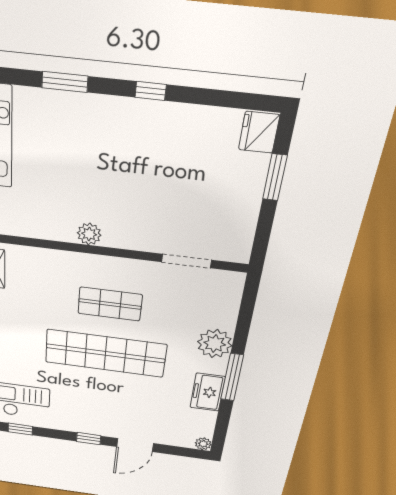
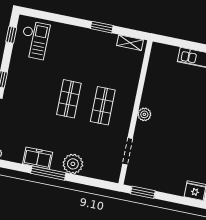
window: (275, 177) -> (143, 192), moved
plant: (89, 234) -> (144, 114), moved
shop shelf: (105, 353) -> (69, 99), width x0.50, depth x0.74

